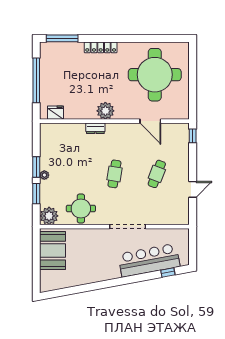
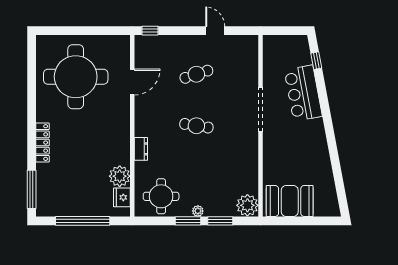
plant: (105, 111) -> (120, 176), moved
cafe table: (157, 174) -> (196, 74), turned -39
round table: (81, 209) -> (161, 196), moved
bar counter: (149, 260) -> (303, 93), width x0.73

